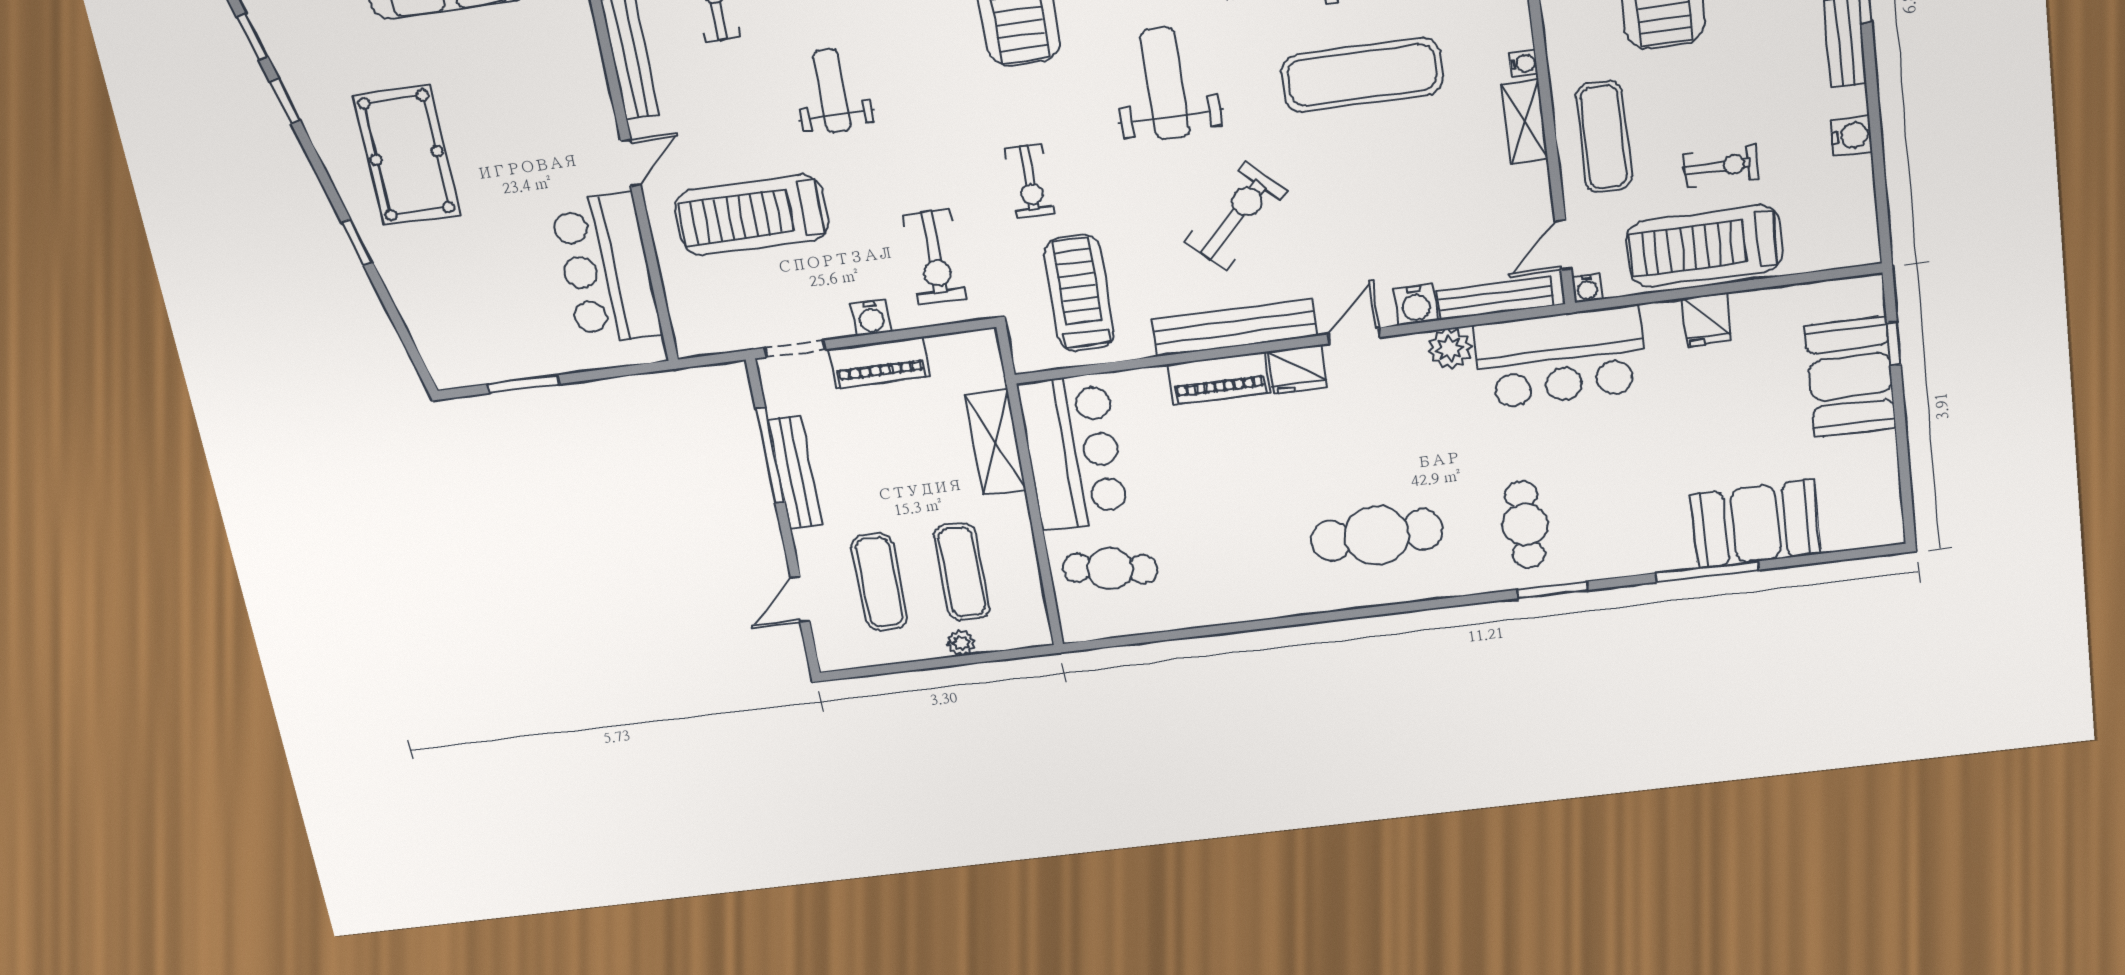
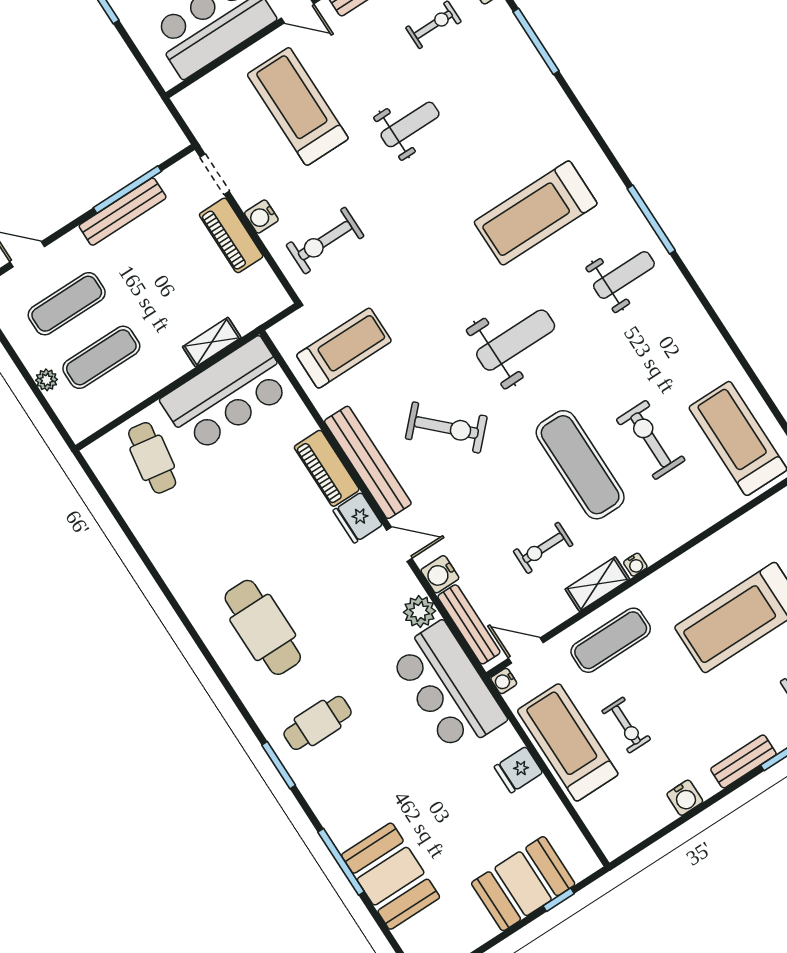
exercise bike: (1030, 181) -> (543, 548), moved
shelving: (995, 442) -> (212, 342), width x0.67, depth x0.75

